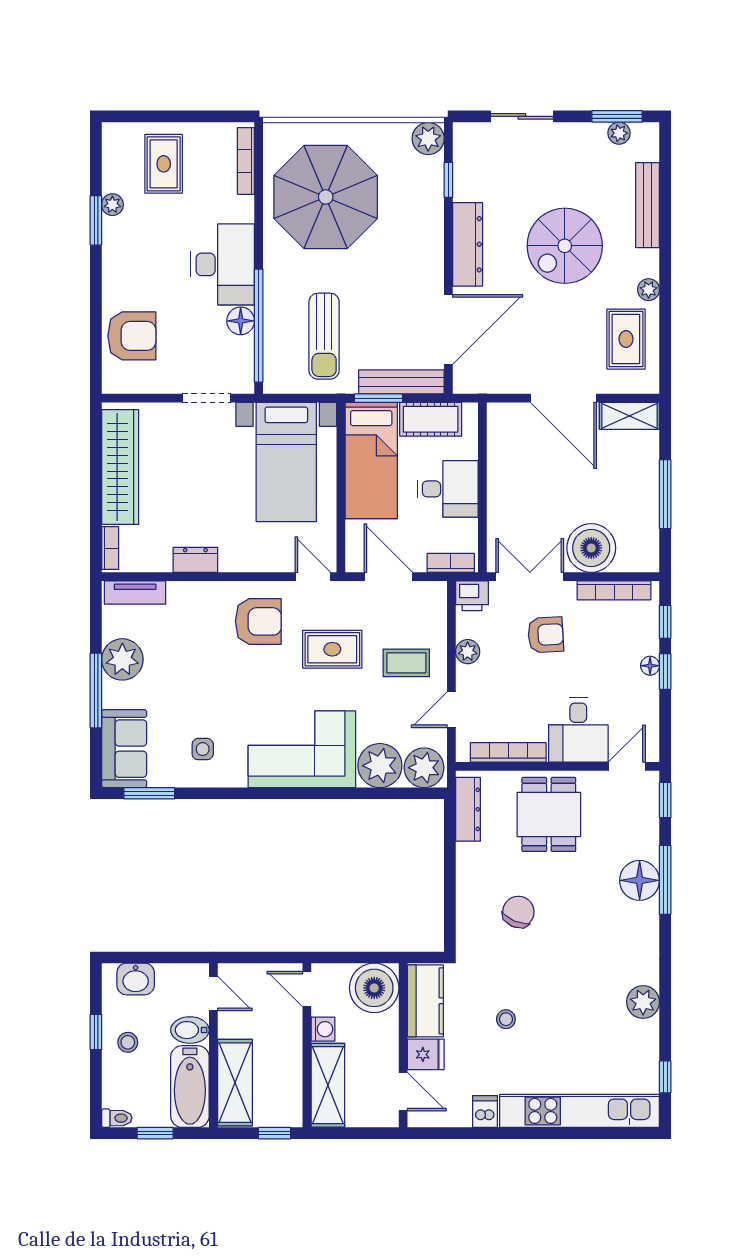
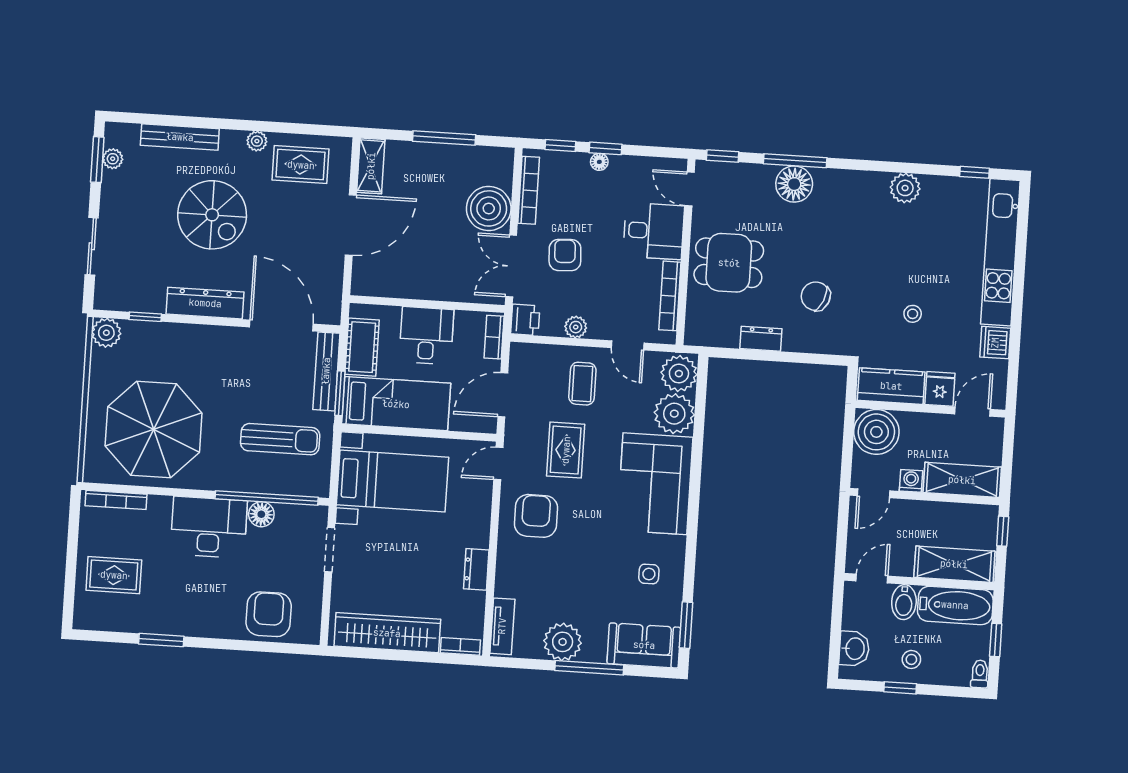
plant: (112, 205) -> (148, 624), removed
dresser: (468, 809) -> (761, 339), moved, width x0.70
dishwasher: (485, 1112) -> (995, 343), width x1.38

